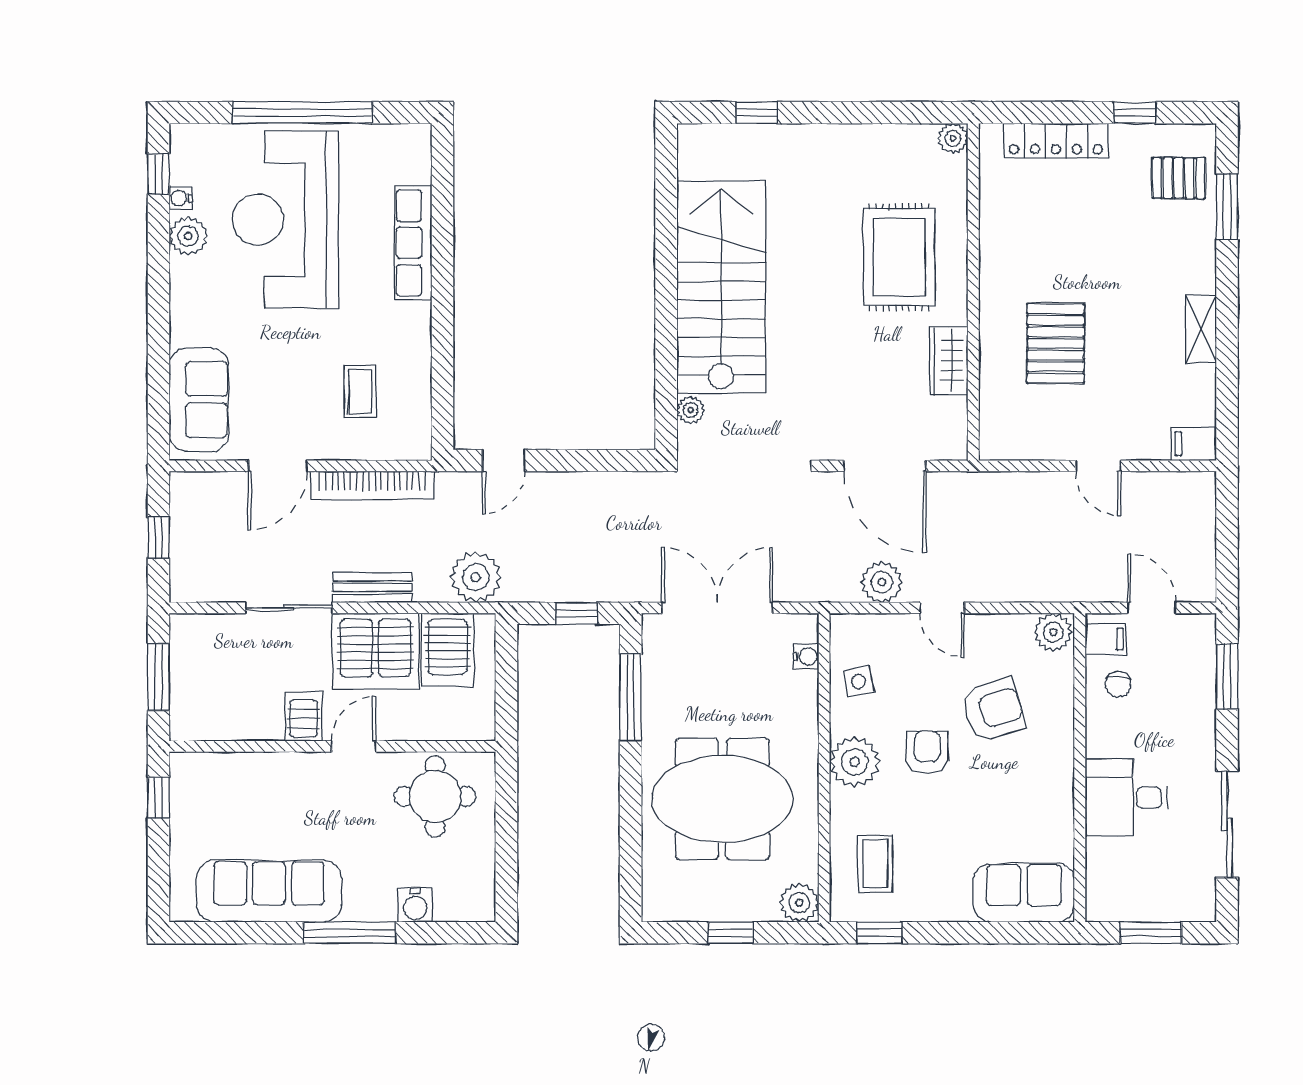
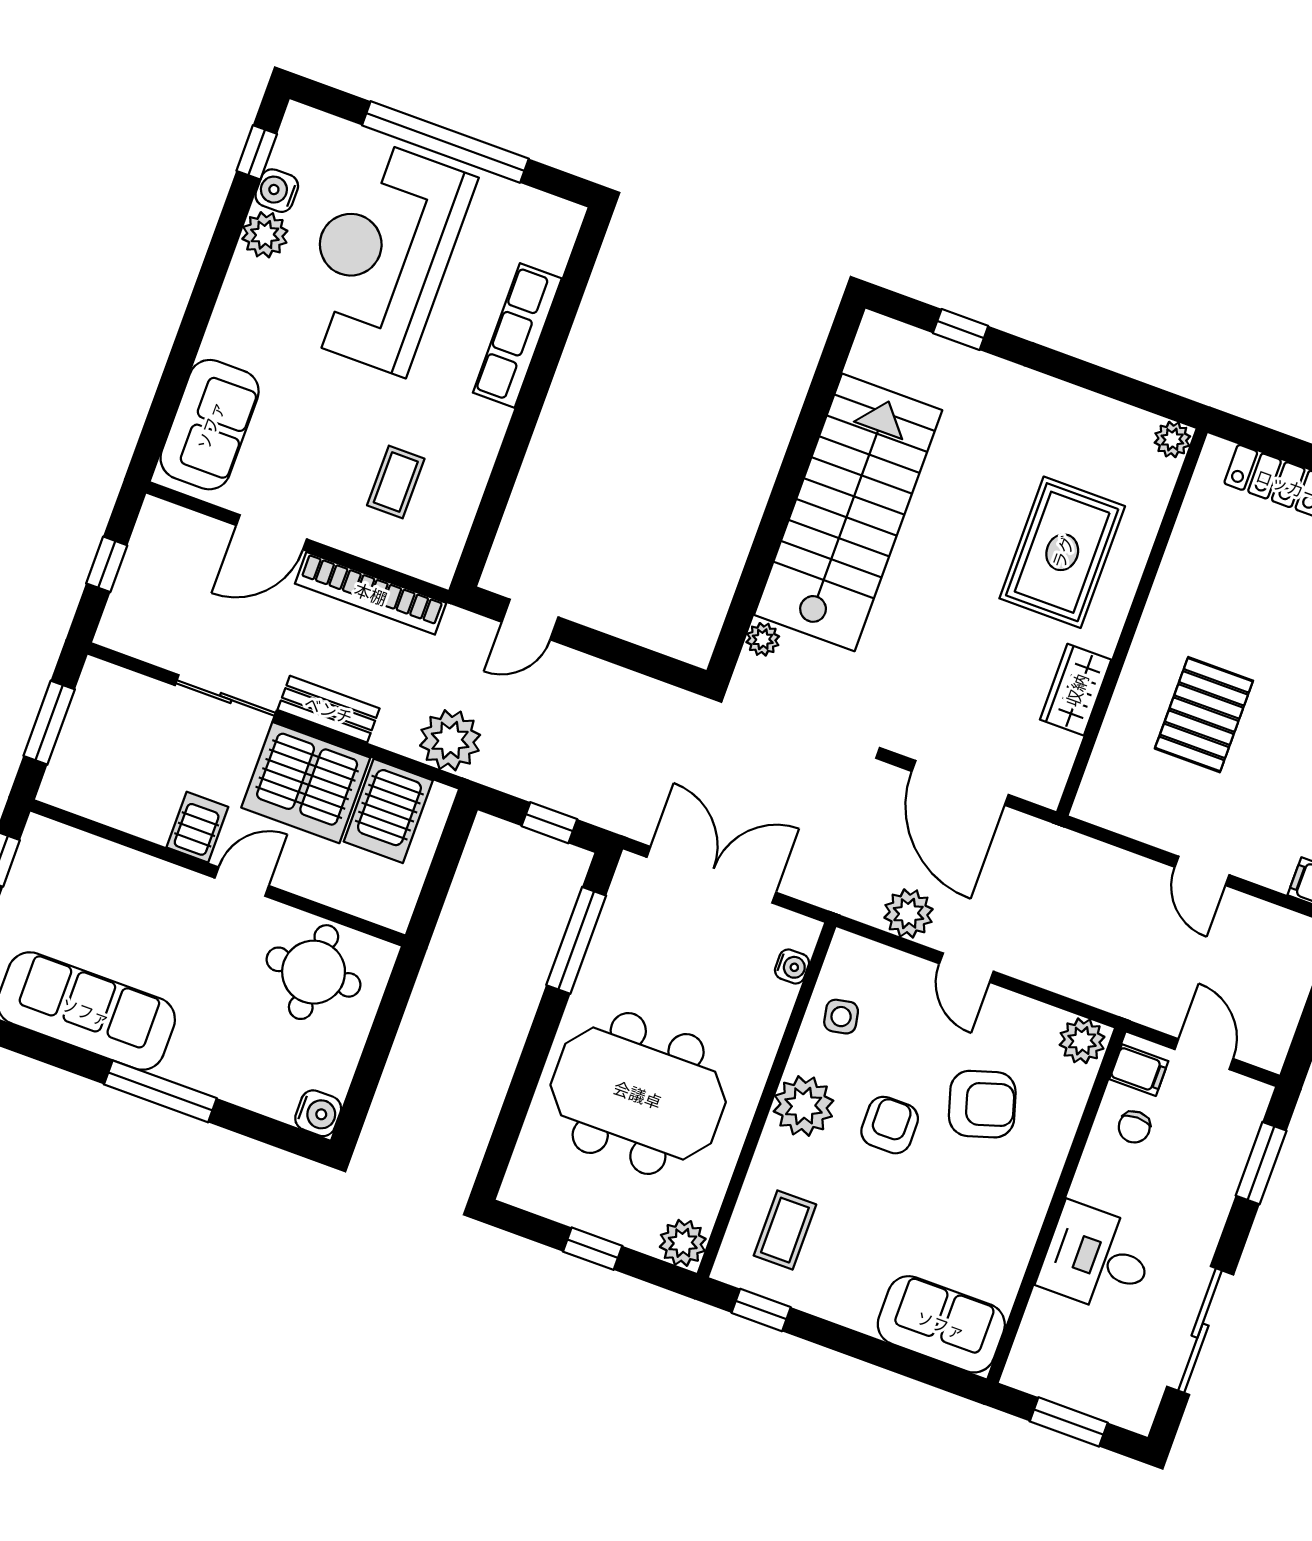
water cooler: (181, 198) -> (277, 191), width x1.38, depth x1.38
water cooler: (415, 905) -> (318, 1113), moved, turned -90

